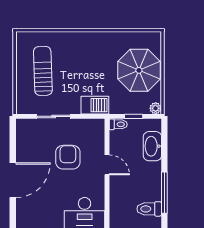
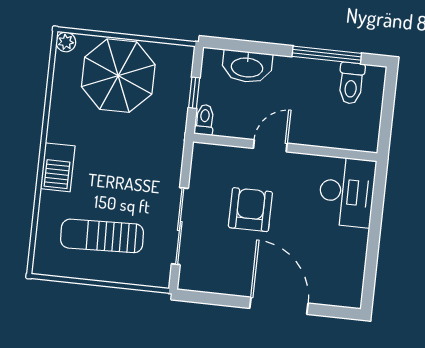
barbecue: (95, 105) -> (58, 167), moved, turned 180
plant: (156, 108) -> (66, 42), moved
sliding door: (54, 116) -> (180, 226), width x1.37
armchair: (68, 157) -> (250, 210), turned 90

